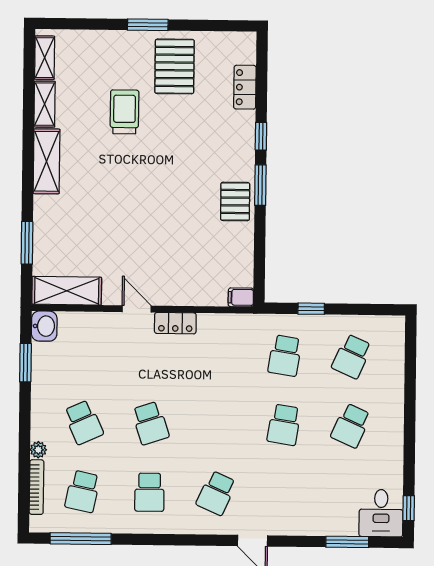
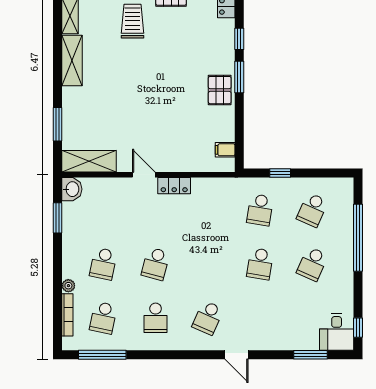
filing cabinet: (241, 297) -> (225, 150), moved
window: (410, 393) -> (358, 238), added
school desk: (83, 422) -> (103, 264), turned 36
school desk: (150, 423) -> (156, 264), turned 33

